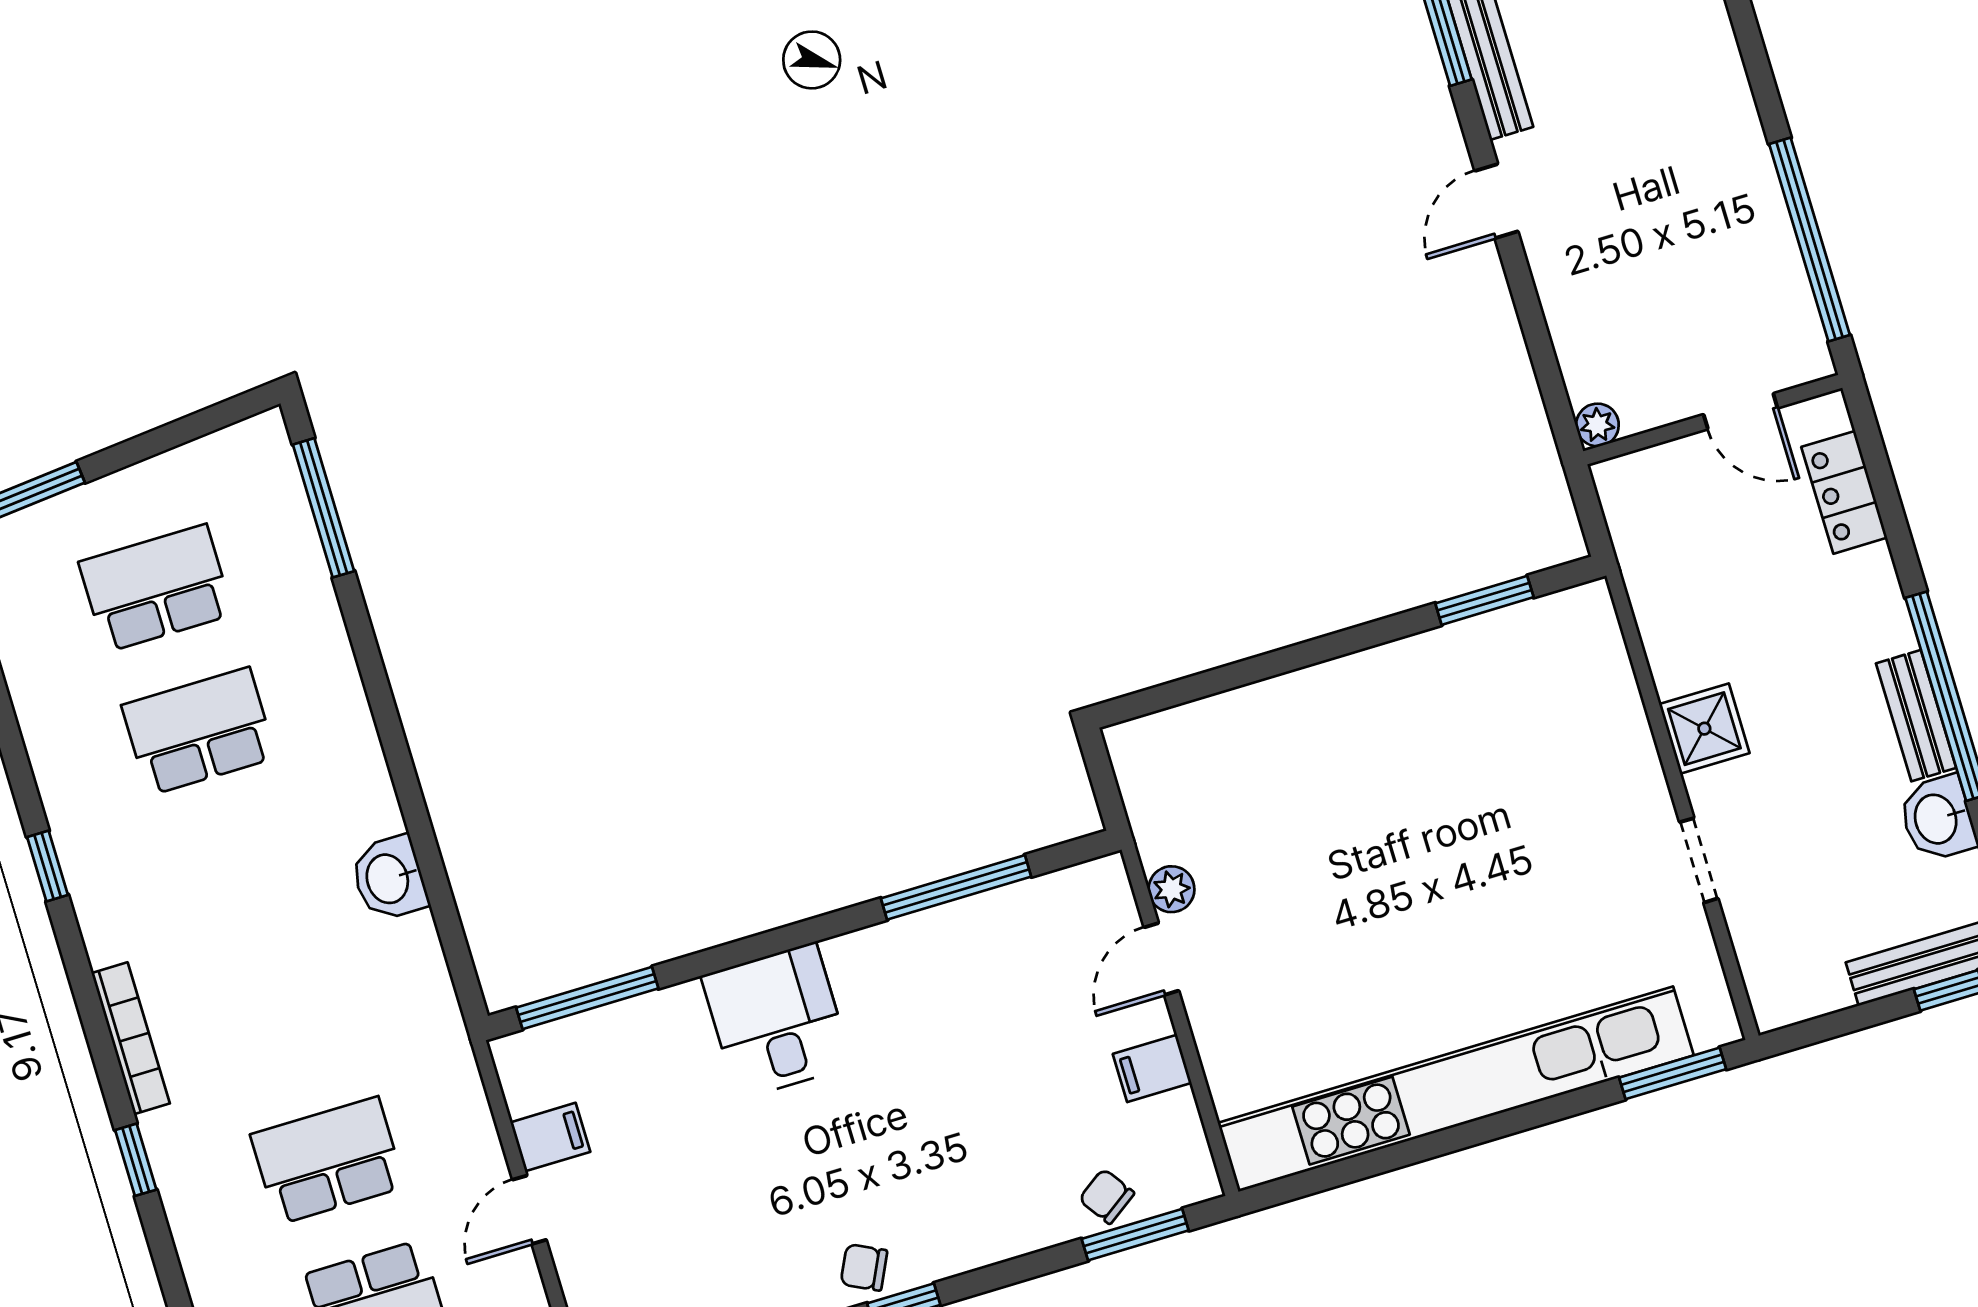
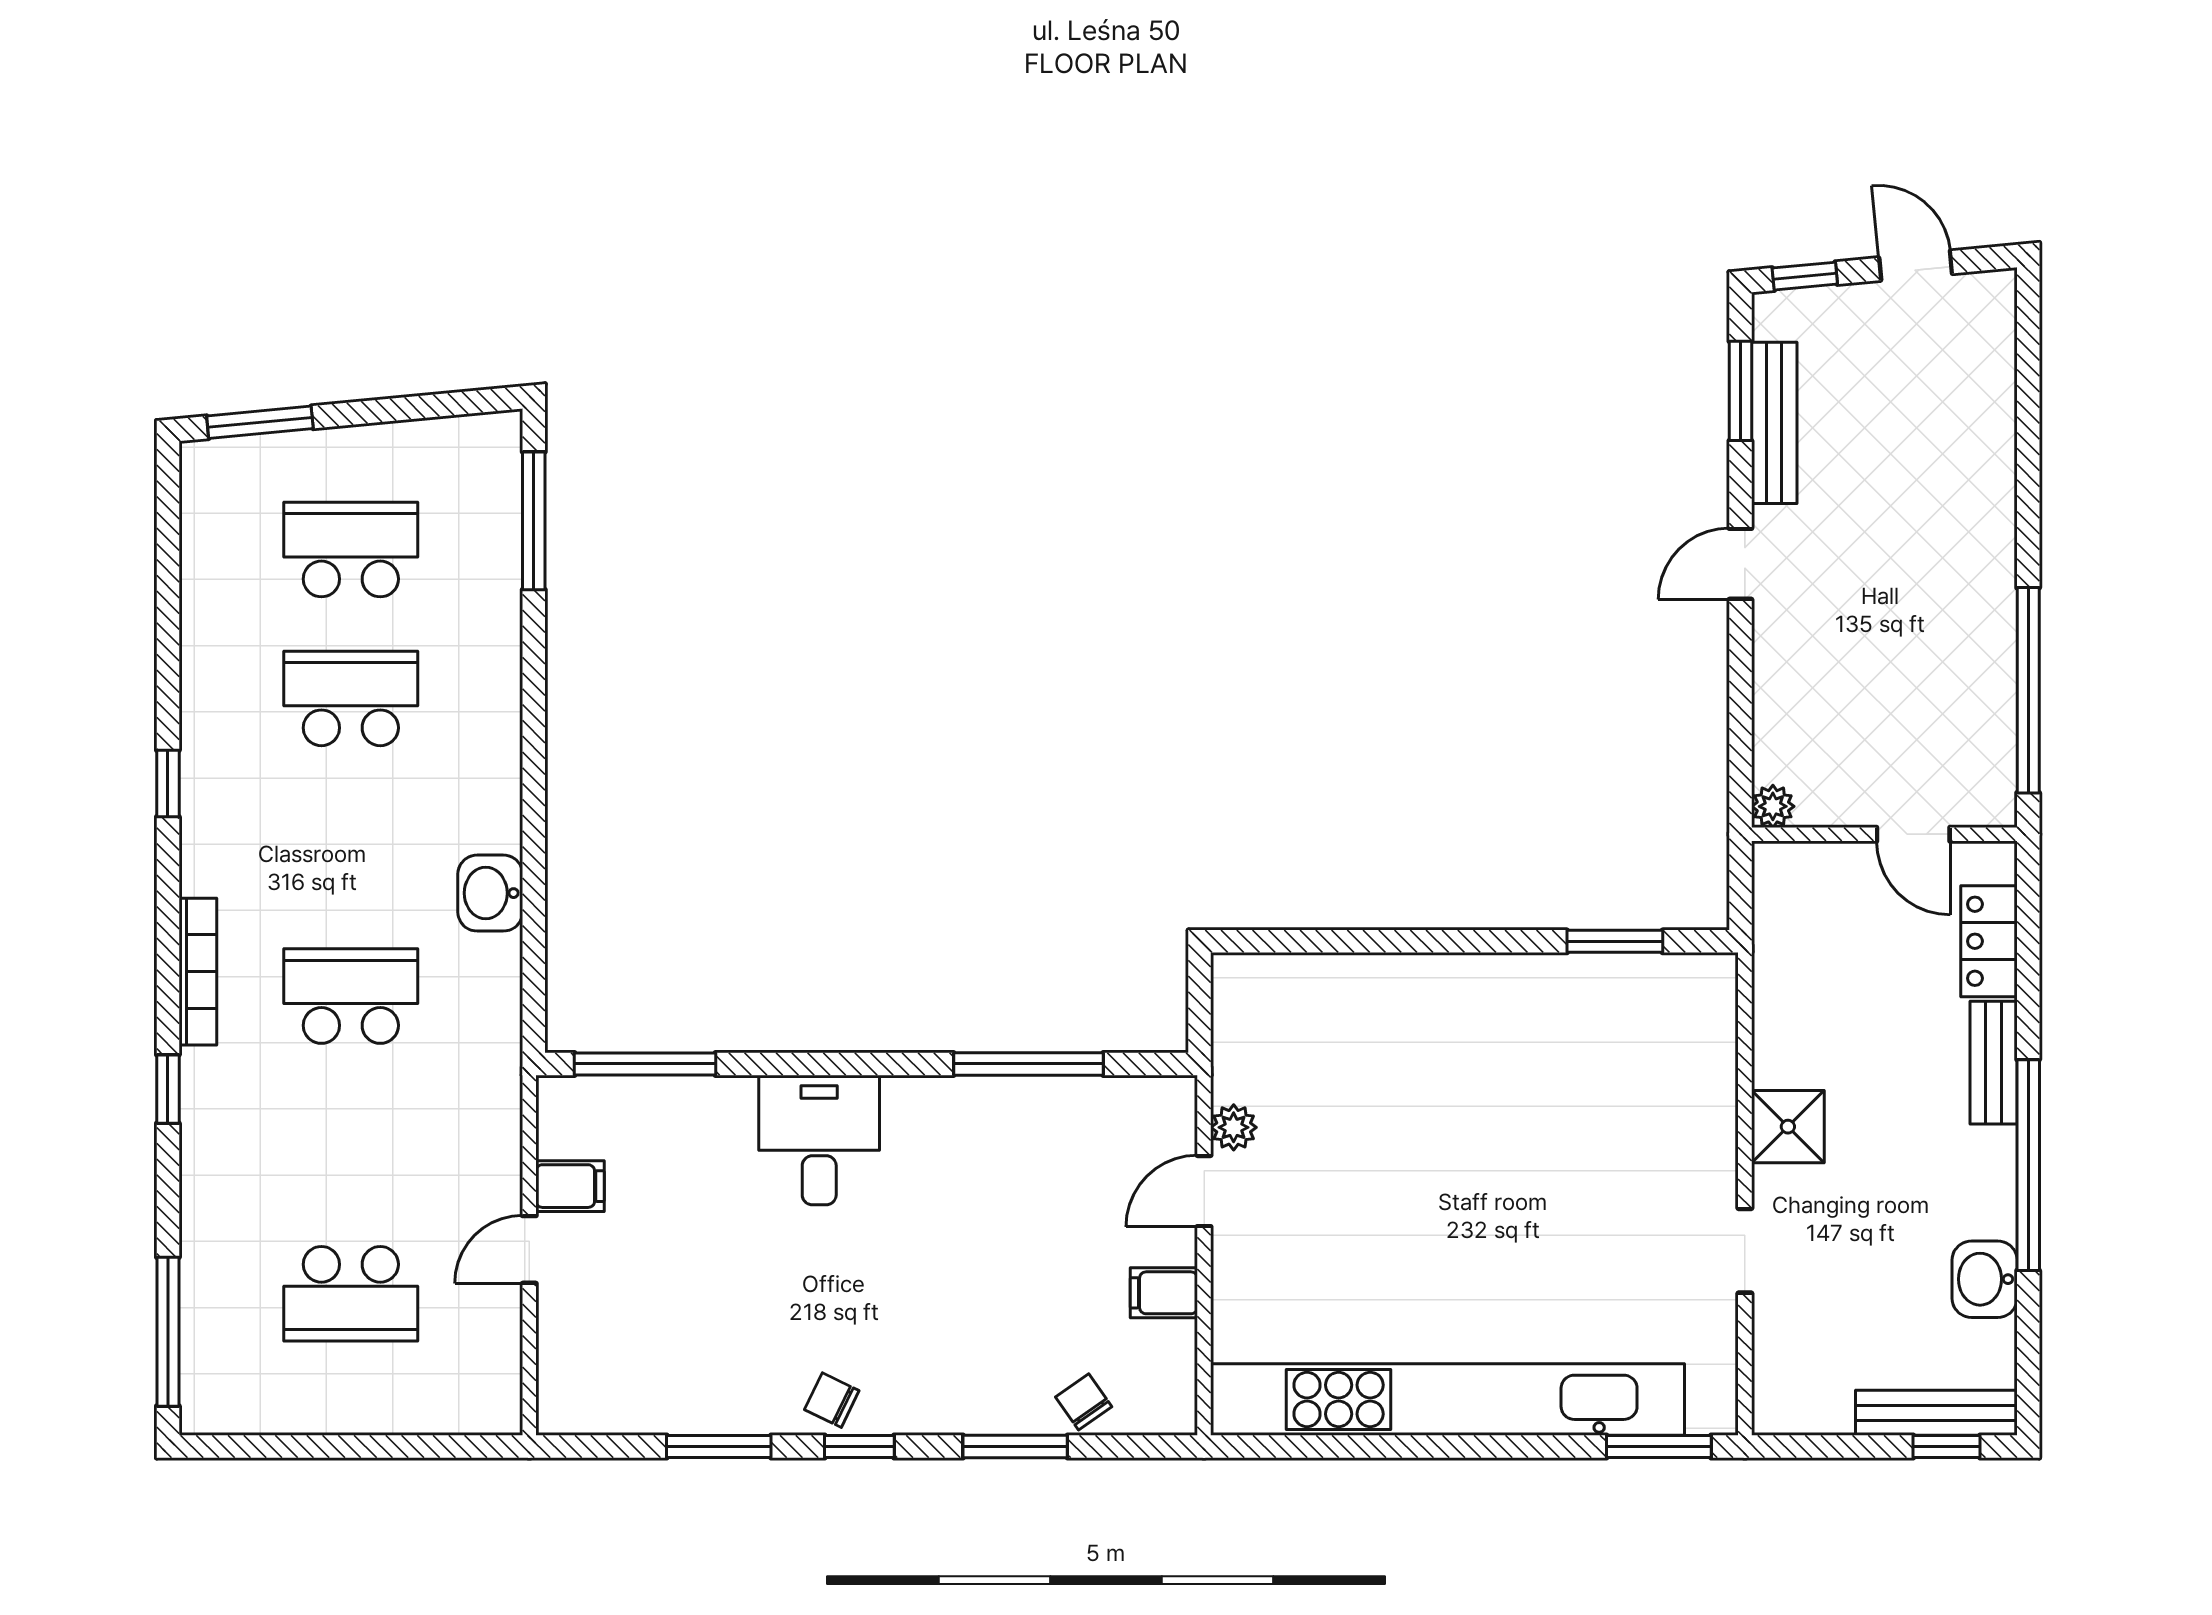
bench: (1916, 716) -> (1994, 1063), moved
school desk: (328, 1161) -> (351, 996), moved
window: (1135, 1235) -> (1015, 1447), moved

